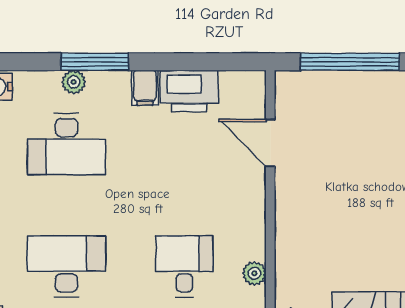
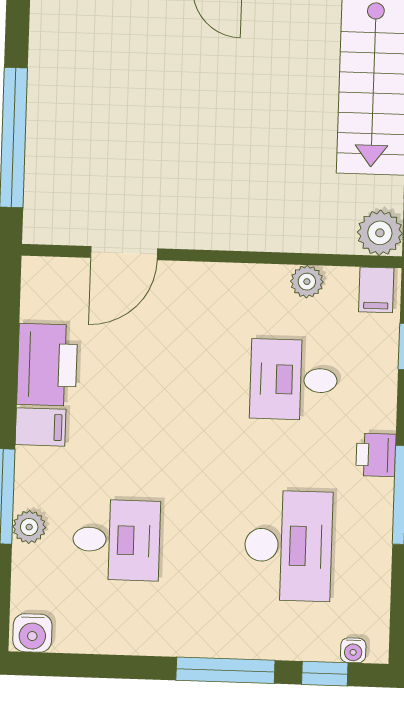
desk: (66, 144) -> (116, 540), width x0.73
desk: (66, 266) -> (288, 546), turned 180

